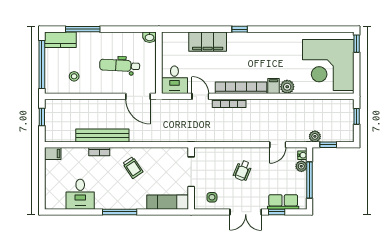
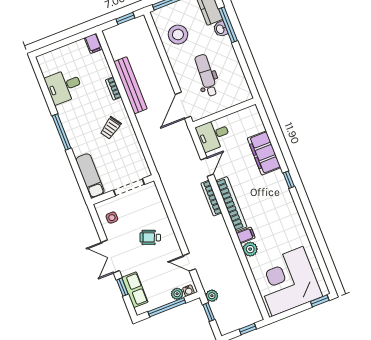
washbasin: (150, 37) -> (220, 29), moved
stool: (74, 76) -> (178, 35), width x1.89, depth x1.89

